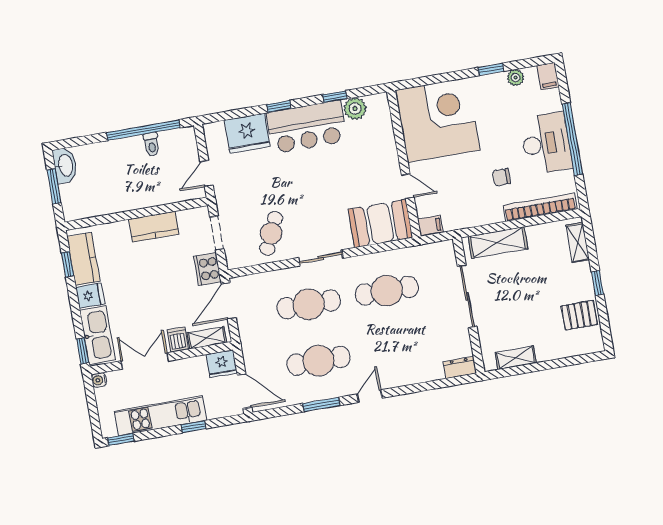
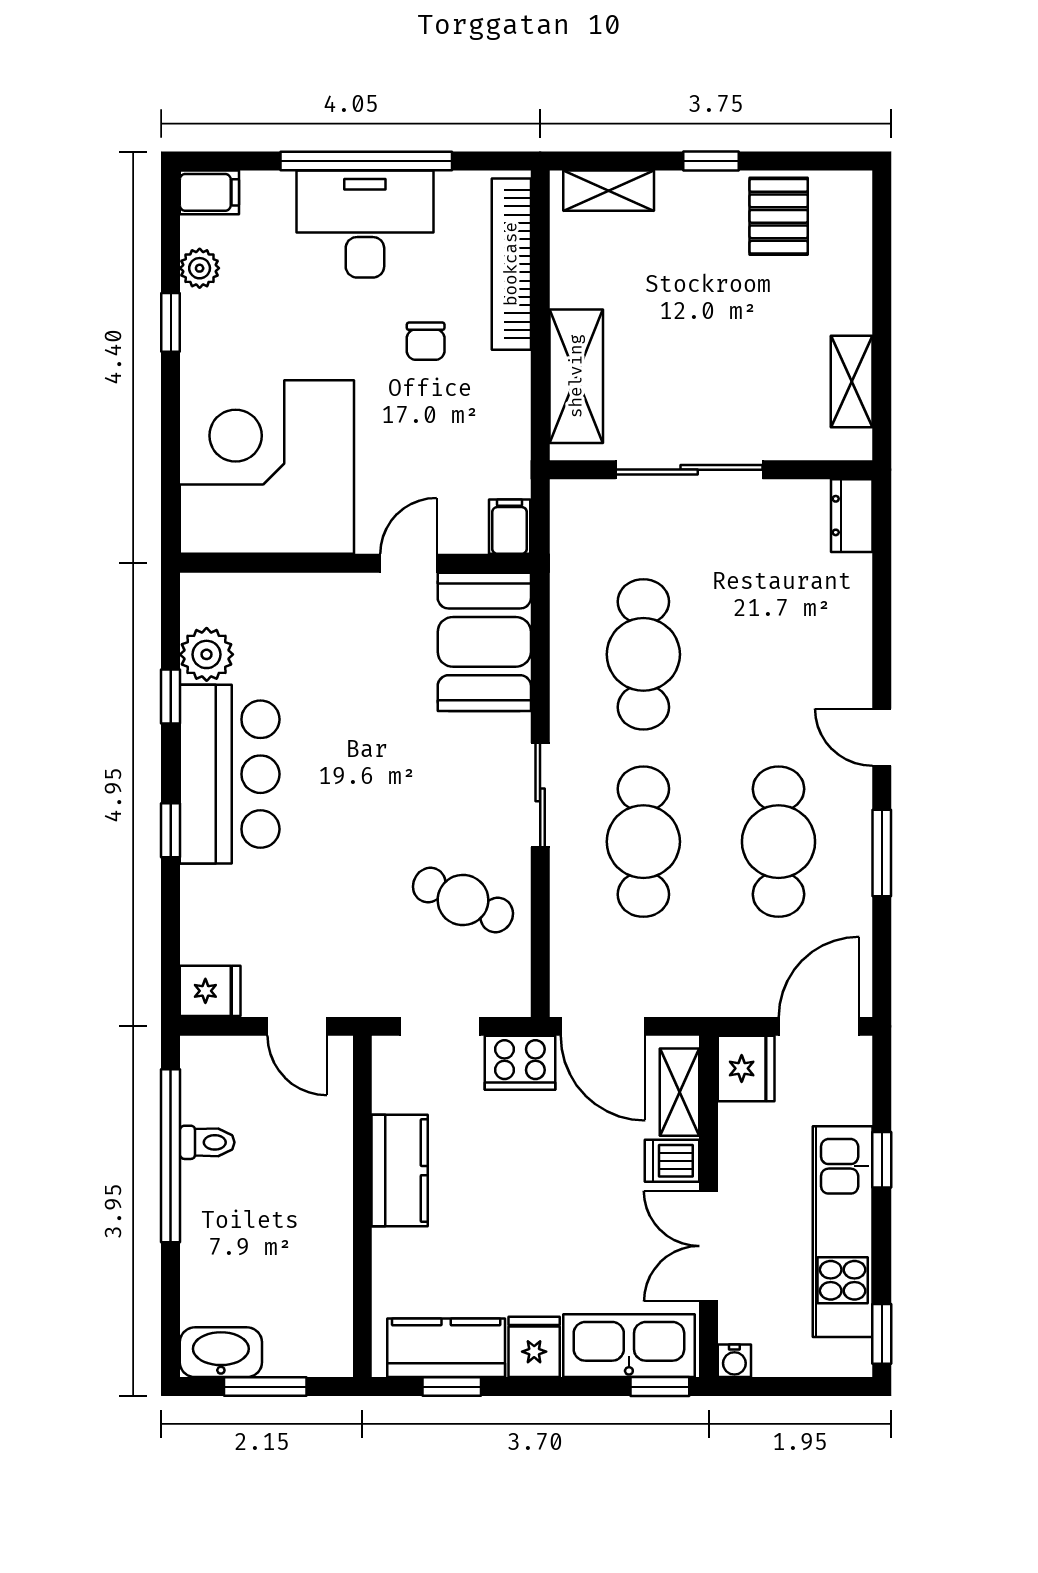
fridge: (247, 133) -> (210, 991), moved, width x0.53, depth x0.75

